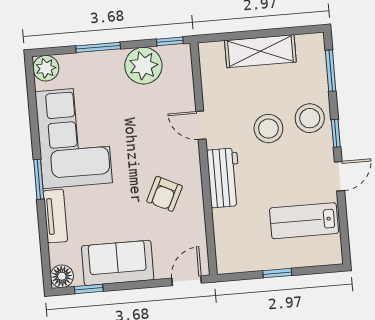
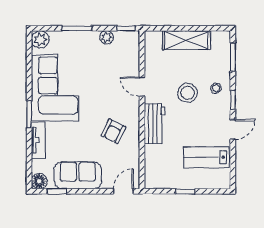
plant: (143, 66) -> (106, 37), width x0.53, depth x0.53
stool: (310, 118) -> (216, 88), width x0.53, depth x0.53

